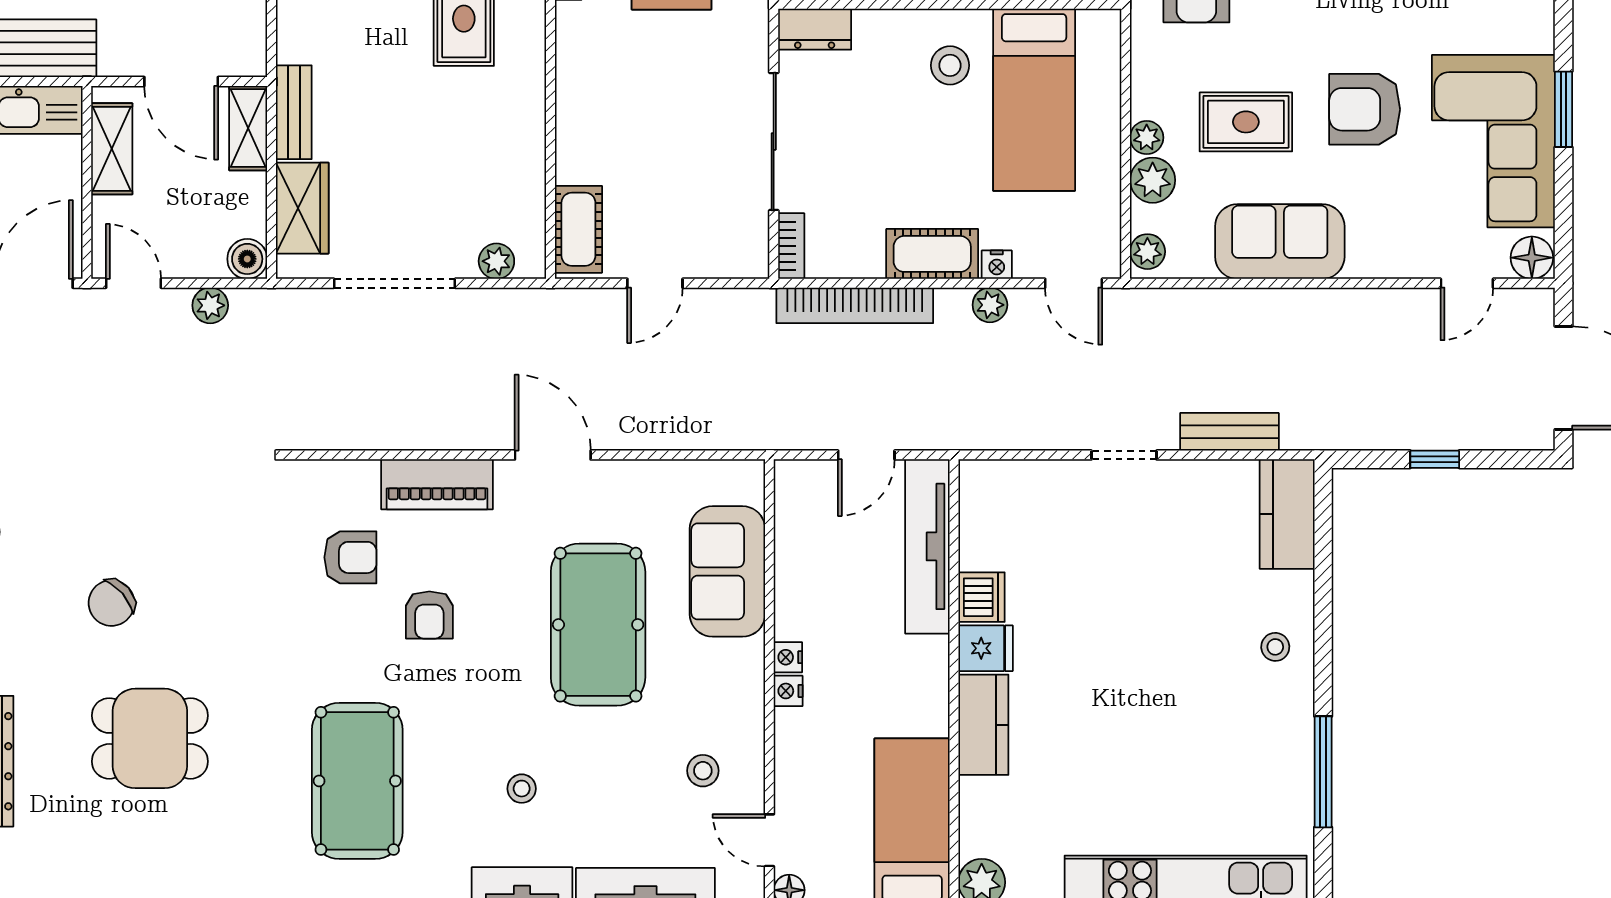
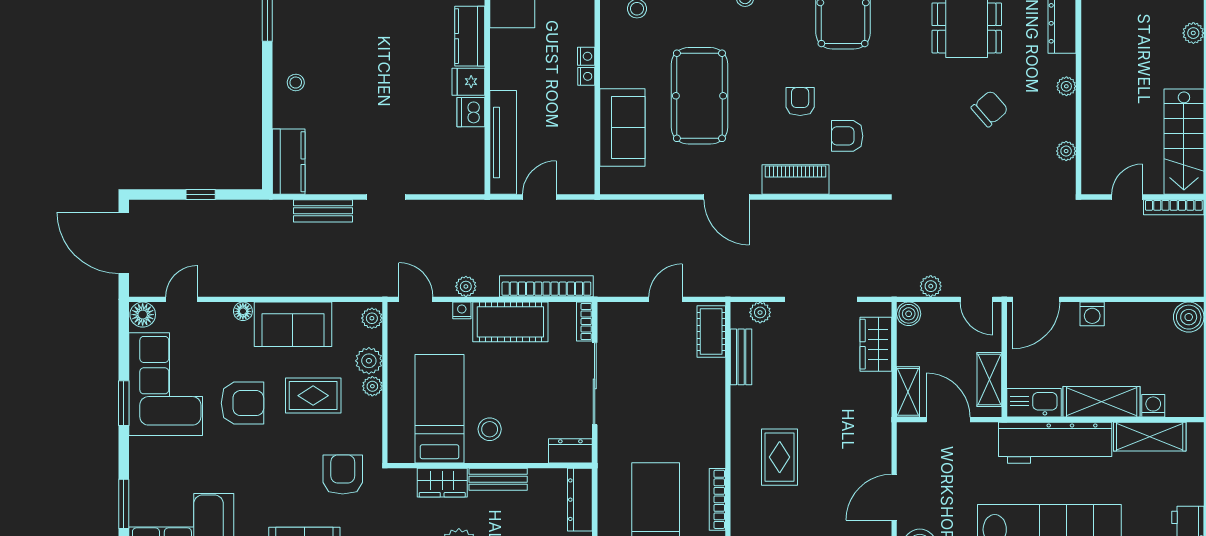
bench: (294, 112) -> (741, 357), moved
cot: (932, 254) -> (510, 322), width x1.37, depth x1.34
floor lamp: (1364, 263) -> (243, 311), added

